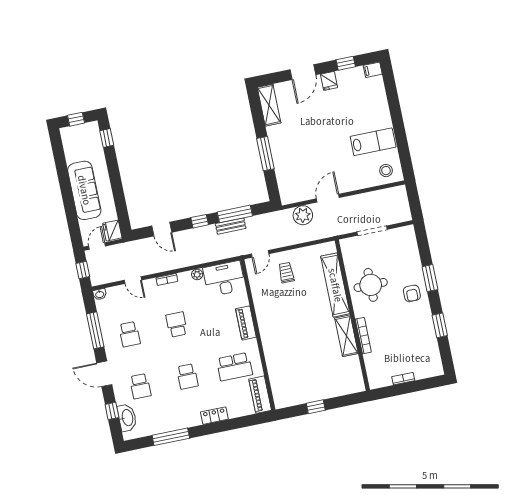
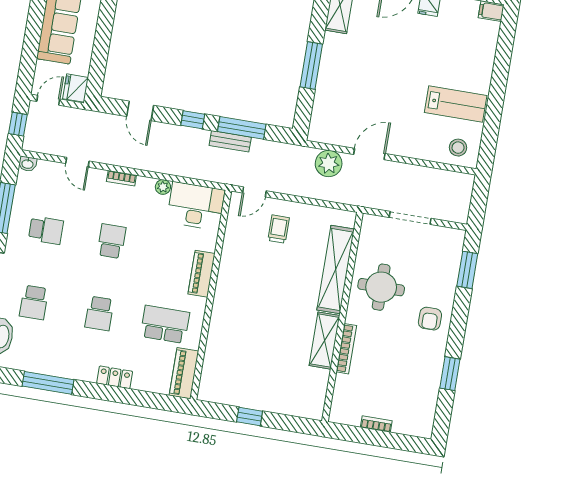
window: (430, 278) -> (467, 270), moved
school desk: (129, 334) -> (46, 230), turned -90
school desk: (234, 367) -> (165, 324), turned 180

